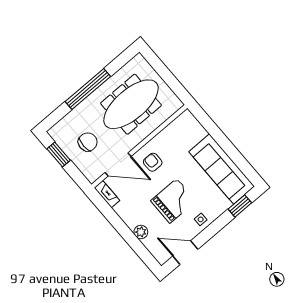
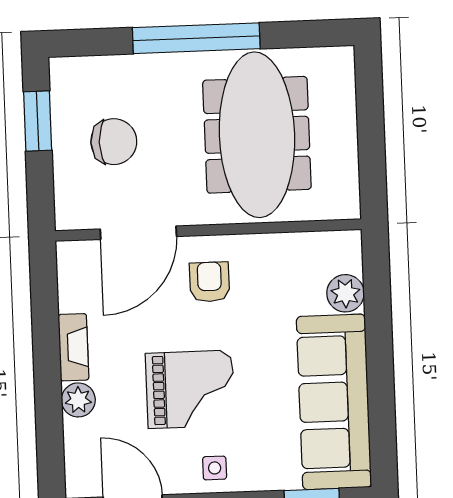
meeting table: (131, 104) -> (257, 135), turned 90
plant: (198, 132) -> (345, 293), added
door: (118, 164) -> (138, 233), hinge flipped
fireplace: (107, 194) -> (73, 347), moved

